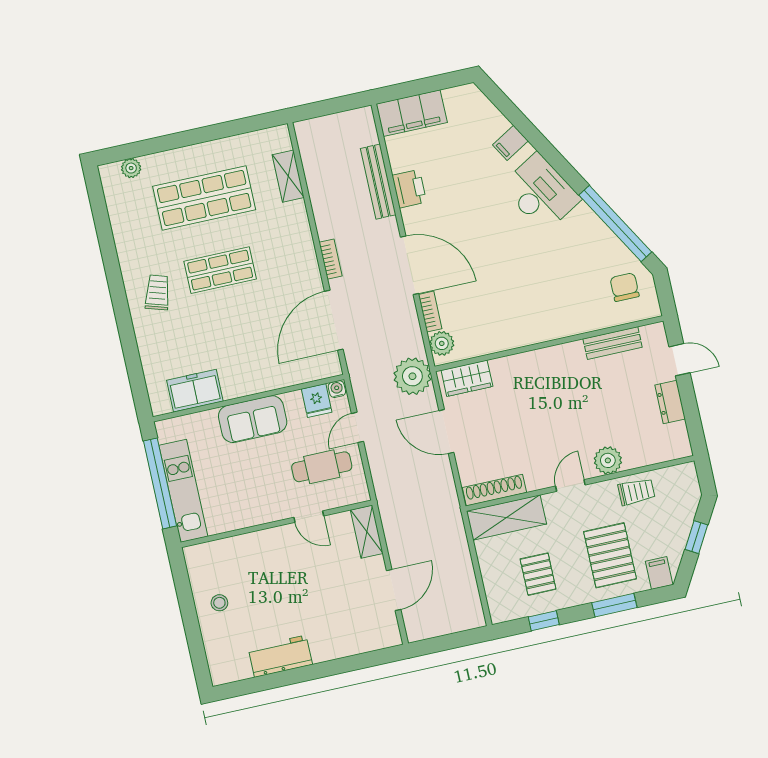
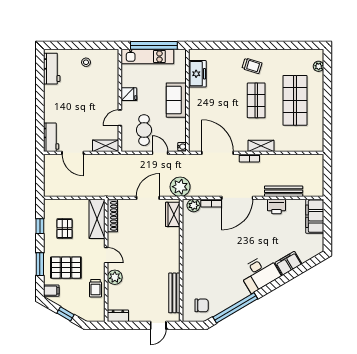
filing cabinet: (510, 143) -> (288, 263), width x2.00
shelving: (288, 176) -> (261, 146), moved
bench: (613, 343) -> (174, 293), width x1.36
fridge: (317, 401) -> (129, 94), moved, turned 180
dresser: (670, 402) -> (118, 316), moved
pallet: (538, 574) -> (65, 229), turned 90
workbench: (374, 637) -> (51, 137), added
workbench: (280, 656) -> (52, 69), moved

